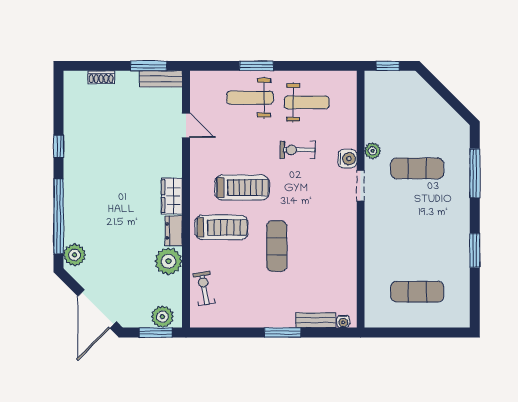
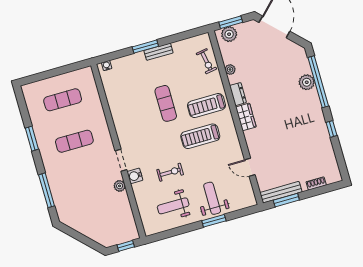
bench: (161, 79) -> (281, 192), width x1.36
weight bench: (250, 98) -> (212, 198), turned -90
exercise mat: (417, 168) -> (74, 141), moved
plant: (74, 255) -> (307, 82), moved
plant: (168, 261) -> (230, 70), width x0.53, depth x0.53
bench: (316, 320) -> (158, 52), moved

